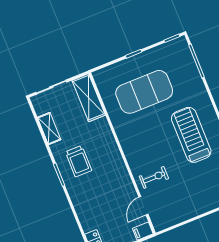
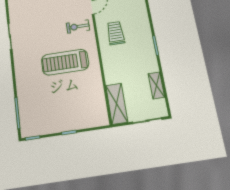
exercise mat: (144, 92) -> (68, 97), removed
treadmill: (191, 135) -> (65, 62), moved, turned 90
trolley: (79, 161) -> (116, 33), moved

